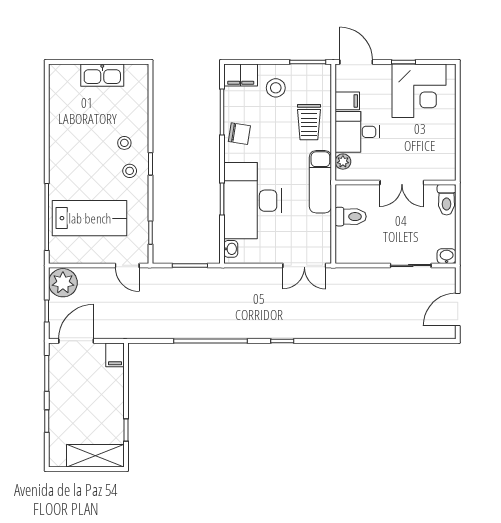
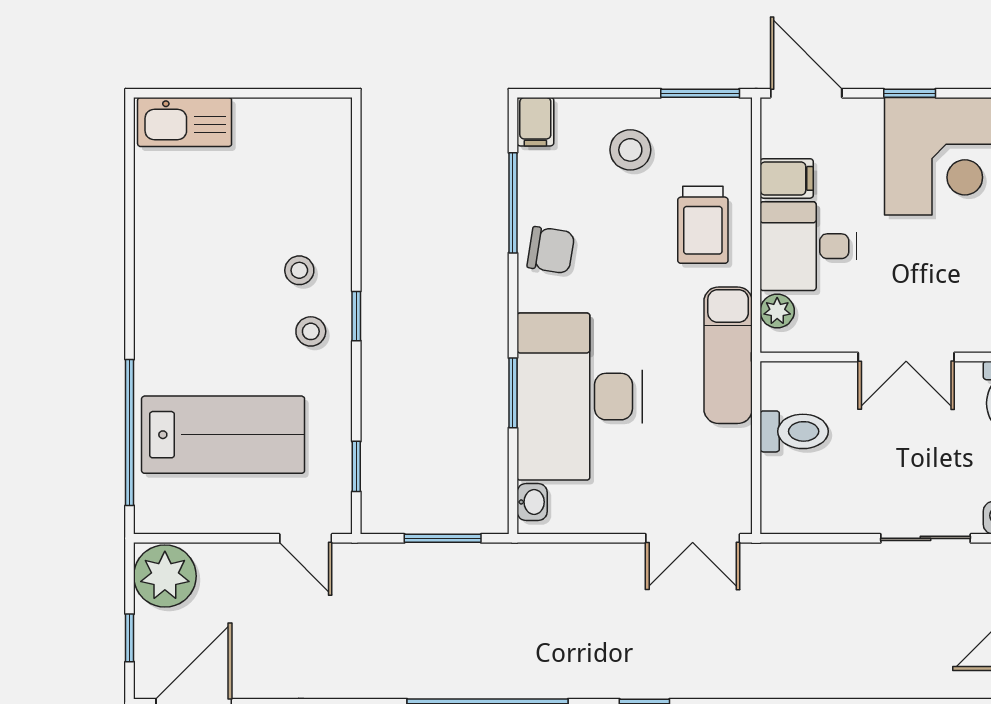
kitchen sink: (102, 75) -> (185, 122), moved
filing cabinet: (241, 75) -> (535, 122), width x0.50

